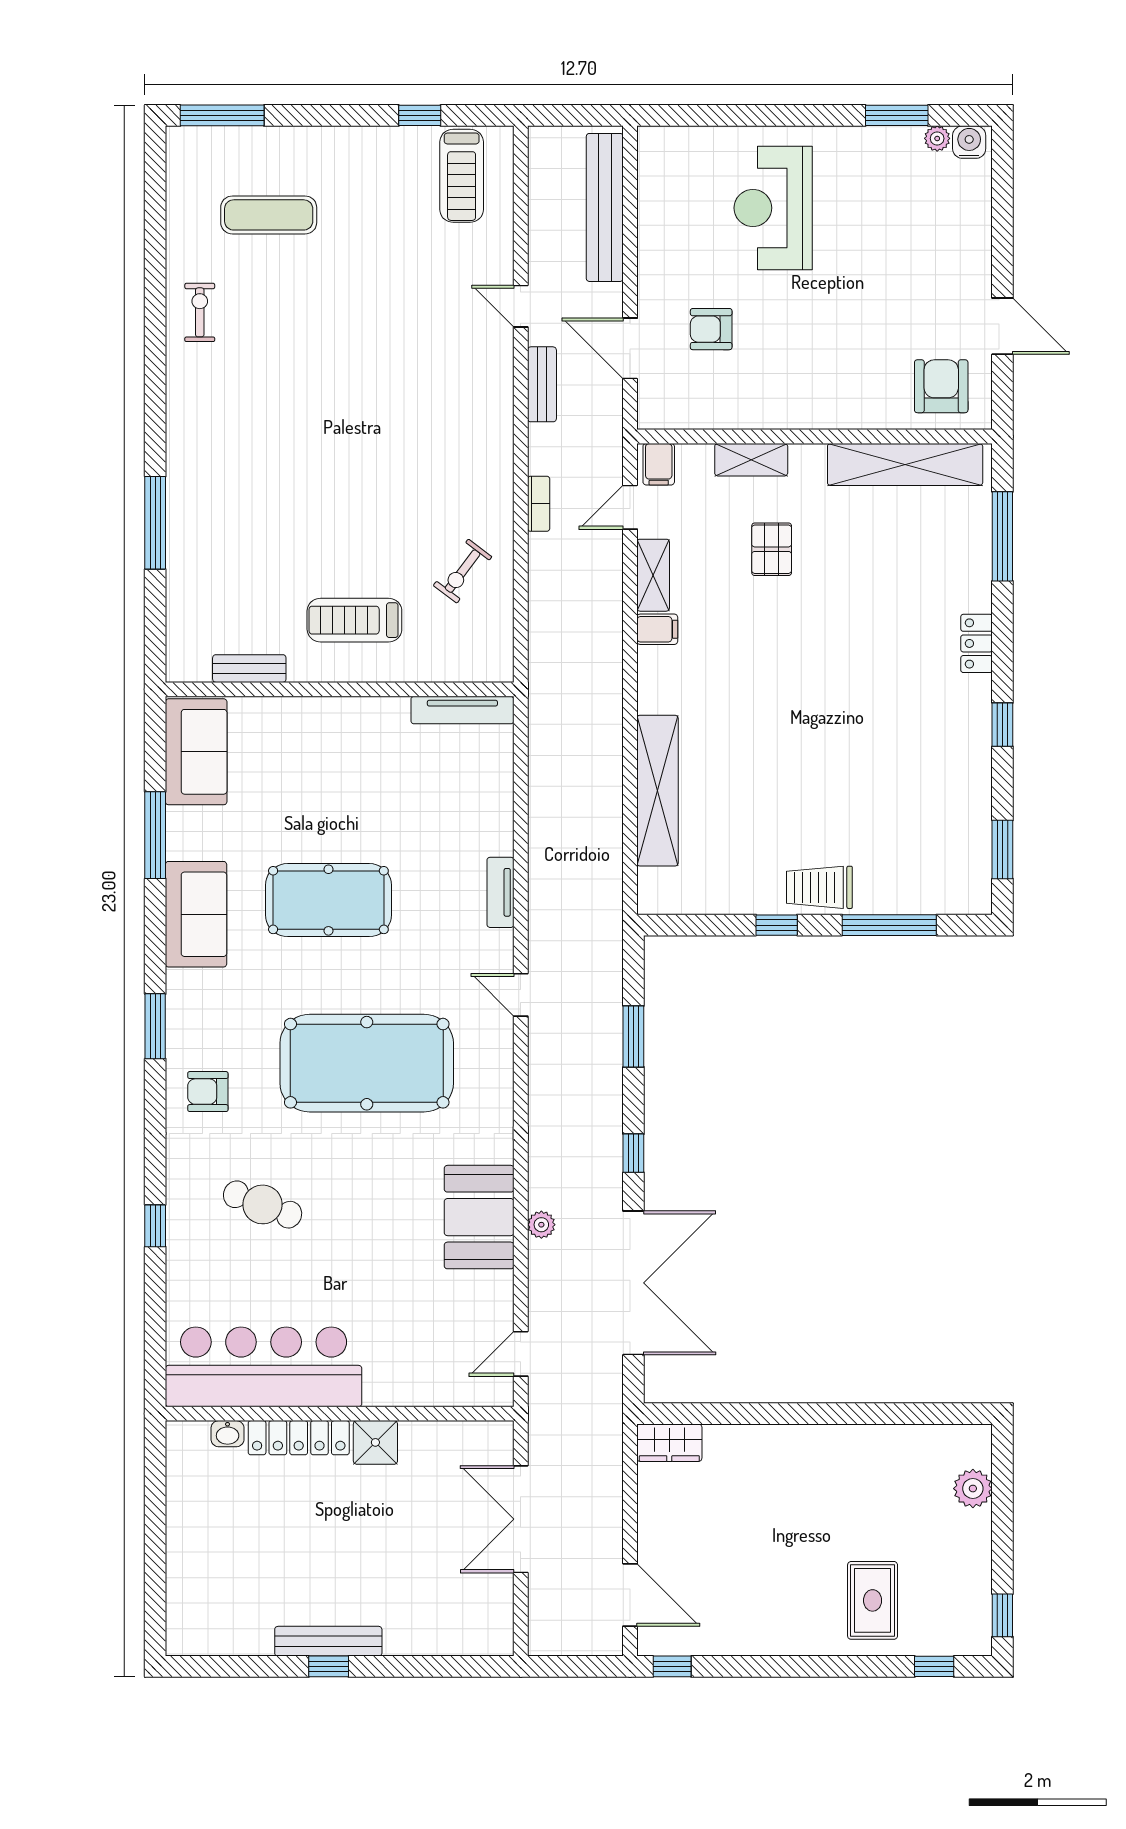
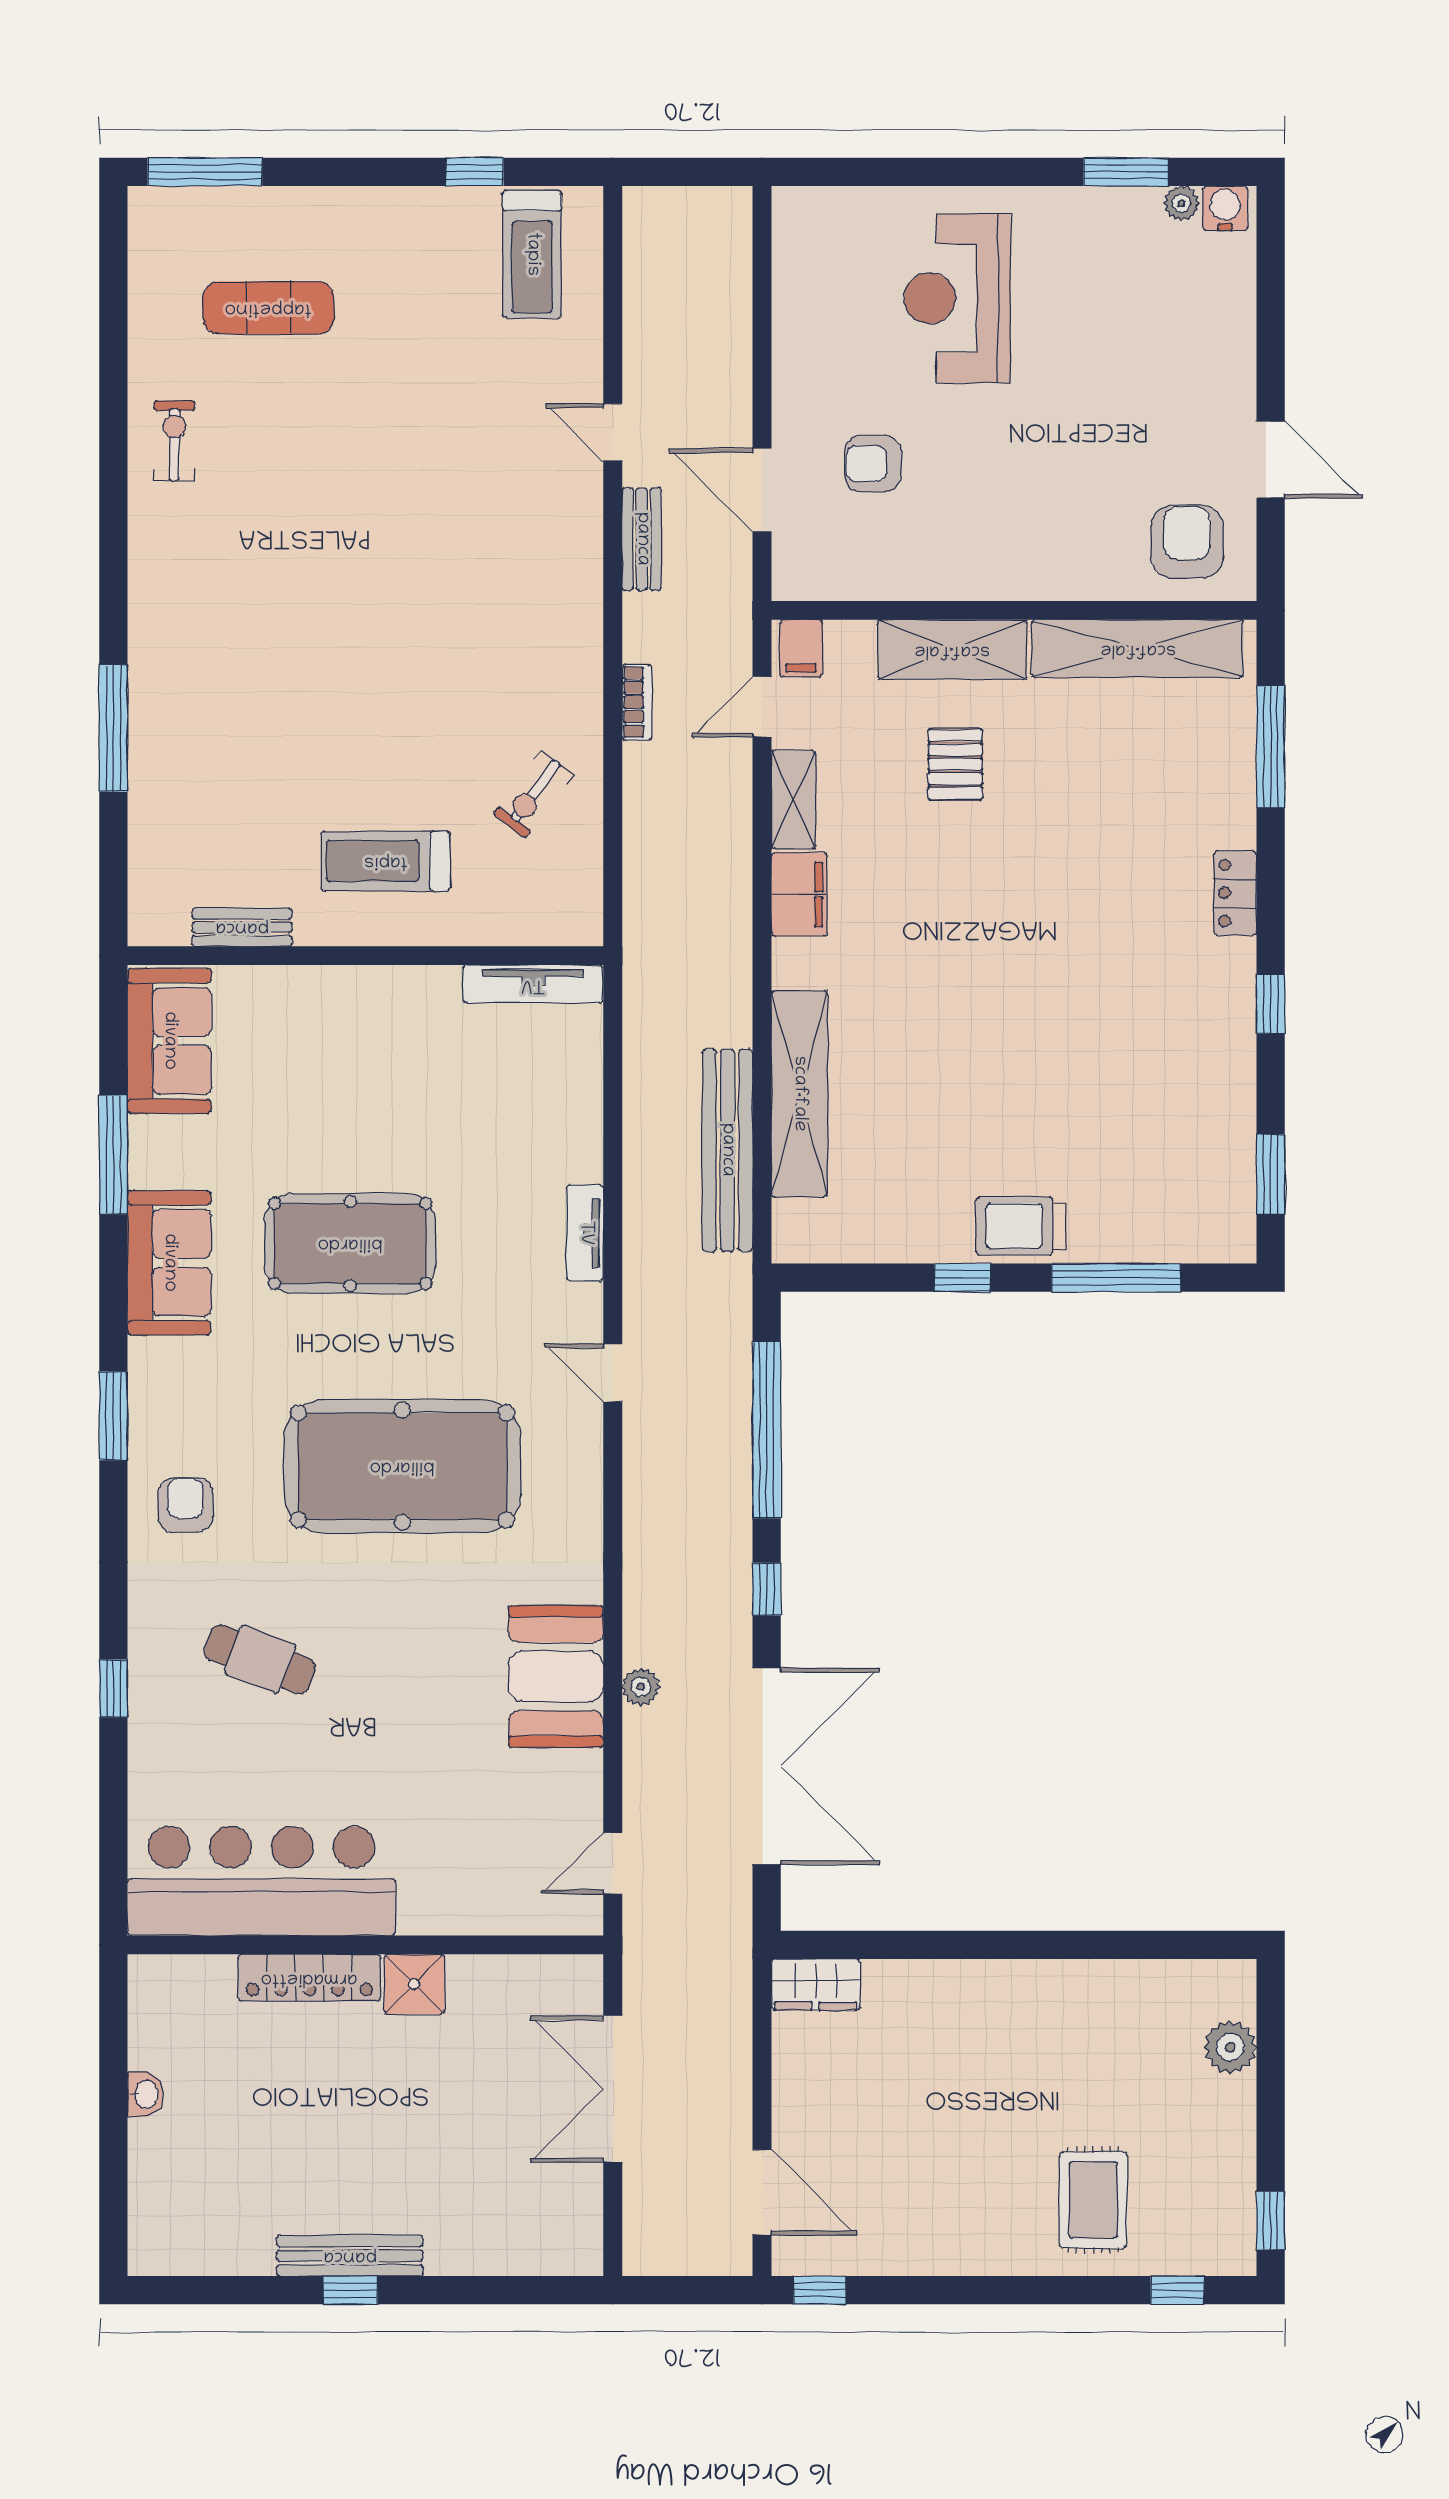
bench: (605, 207) -> (727, 1150), moved
shelving: (751, 460) -> (952, 650), width x1.50, depth x1.33
filing cabinet: (657, 629) -> (799, 894), width x2.00
window: (633, 1036) -> (767, 1430), width x2.11
armchair: (208, 1092) -> (185, 1505), turned 90
washbasin: (228, 1434) -> (146, 2094), moved, turned -90

